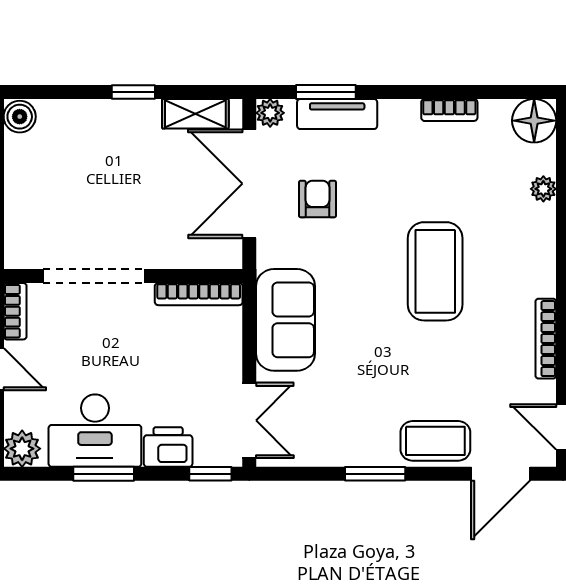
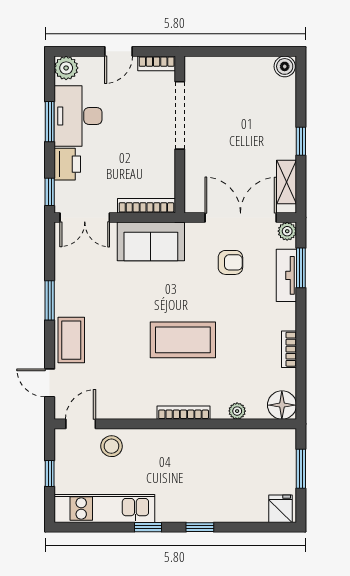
bookcase: (199, 294) -> (146, 206), moved, turned 90
bookcase: (546, 339) -> (184, 413), moved
door: (501, 474) -> (50, 383), width x0.73

